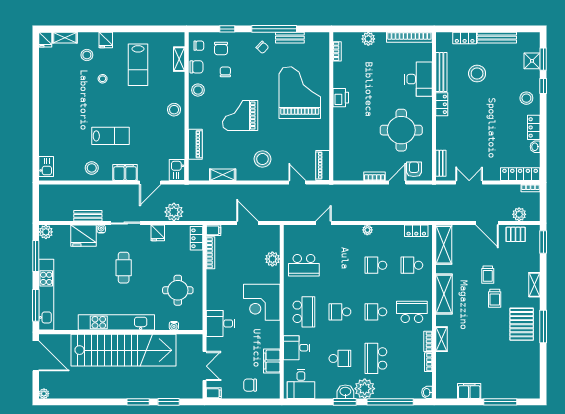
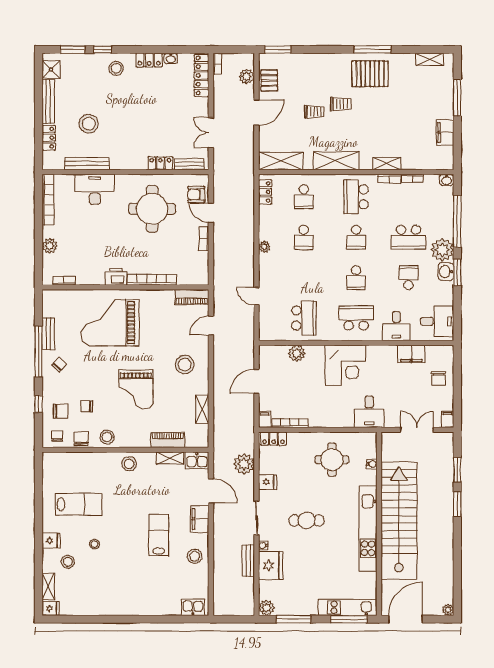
shelving: (179, 59) -> (170, 458), moved
shower: (532, 61) -> (51, 69), moved
locker: (442, 104) -> (160, 163), moved
bookcase: (338, 130) -> (152, 280), added
shelving: (534, 285) -> (430, 59), moved
kitchen unit: (46, 295) -> (348, 607), width x0.73

